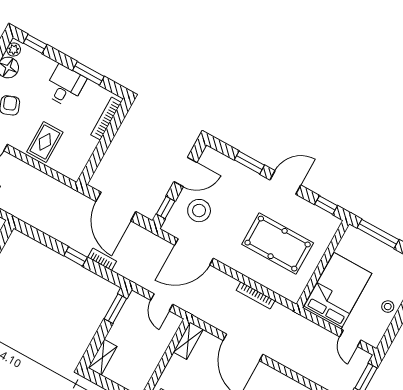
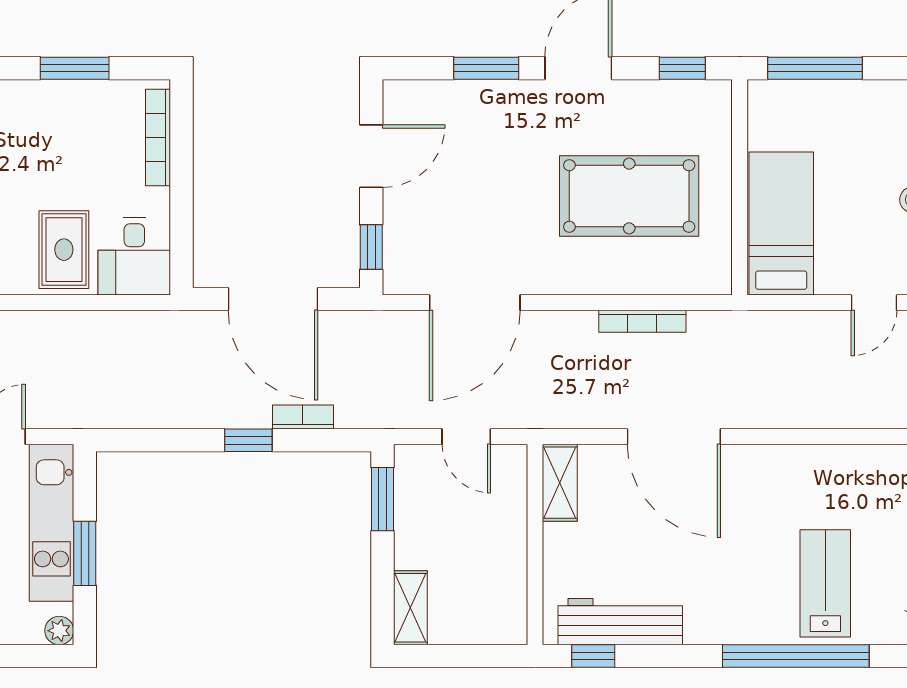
desk: (65, 86) -> (134, 256), moved, turned 180
stool: (199, 211) -> (440, 217), removed
bed: (337, 291) -> (781, 224), width x0.67
door: (350, 338) -> (874, 303), hinge flipped

